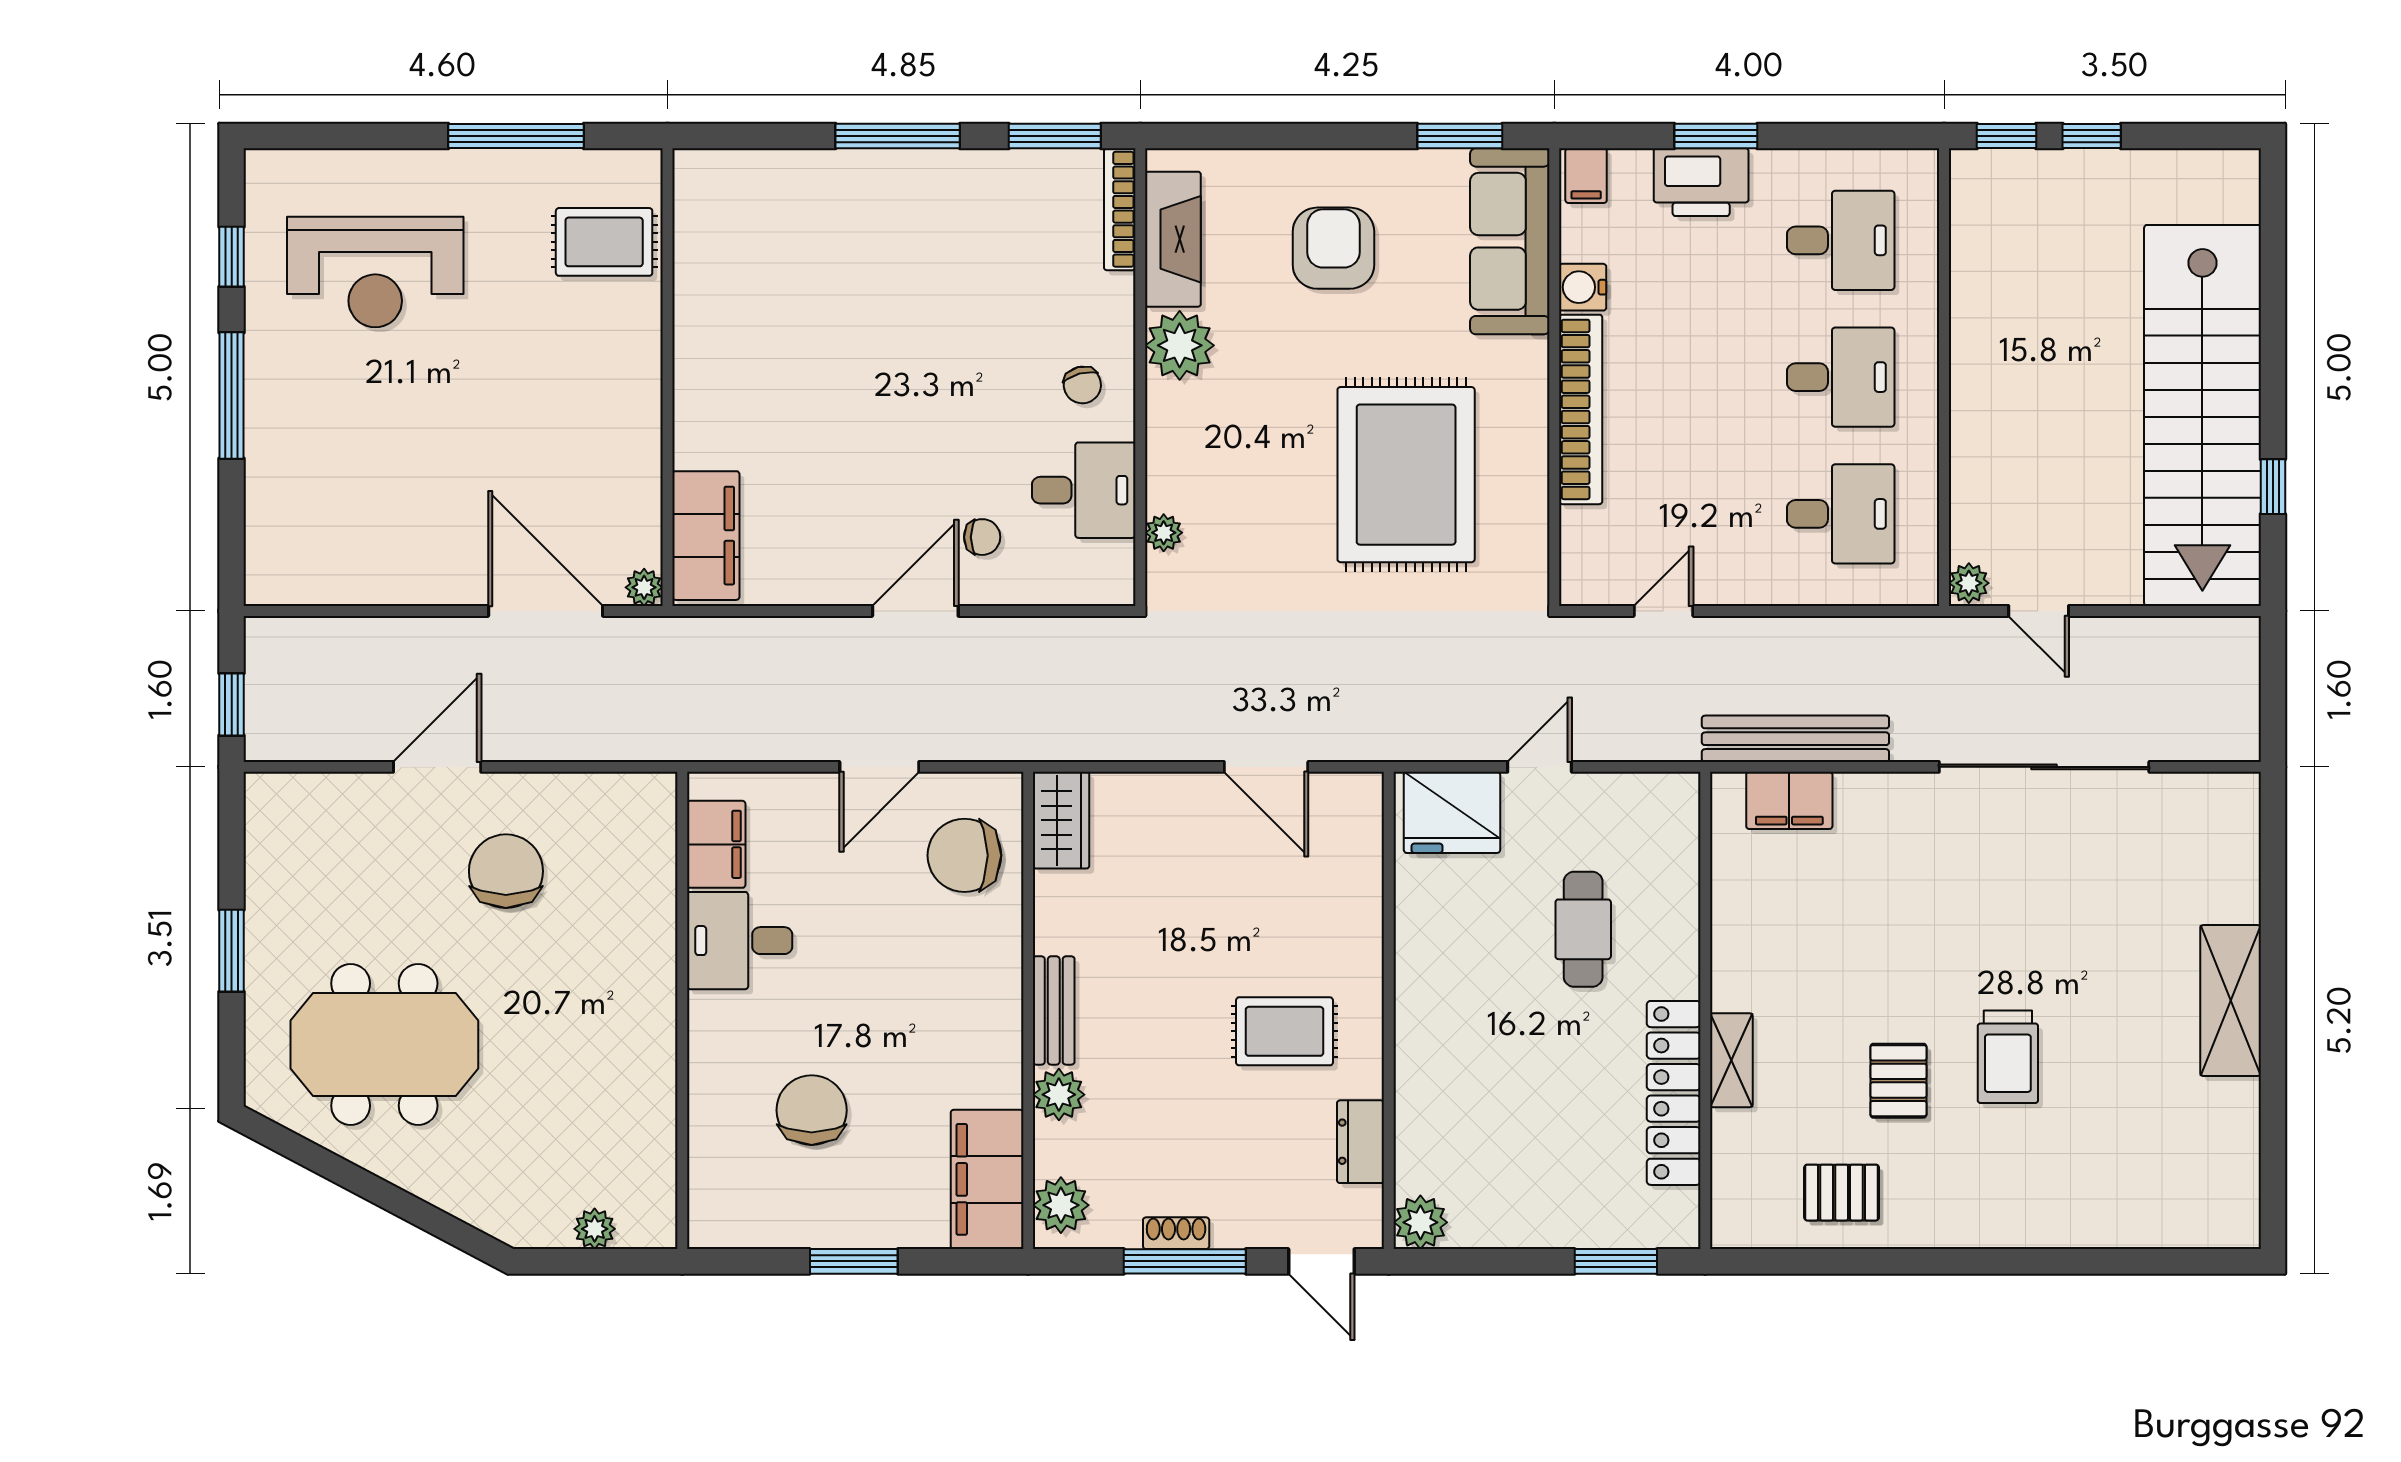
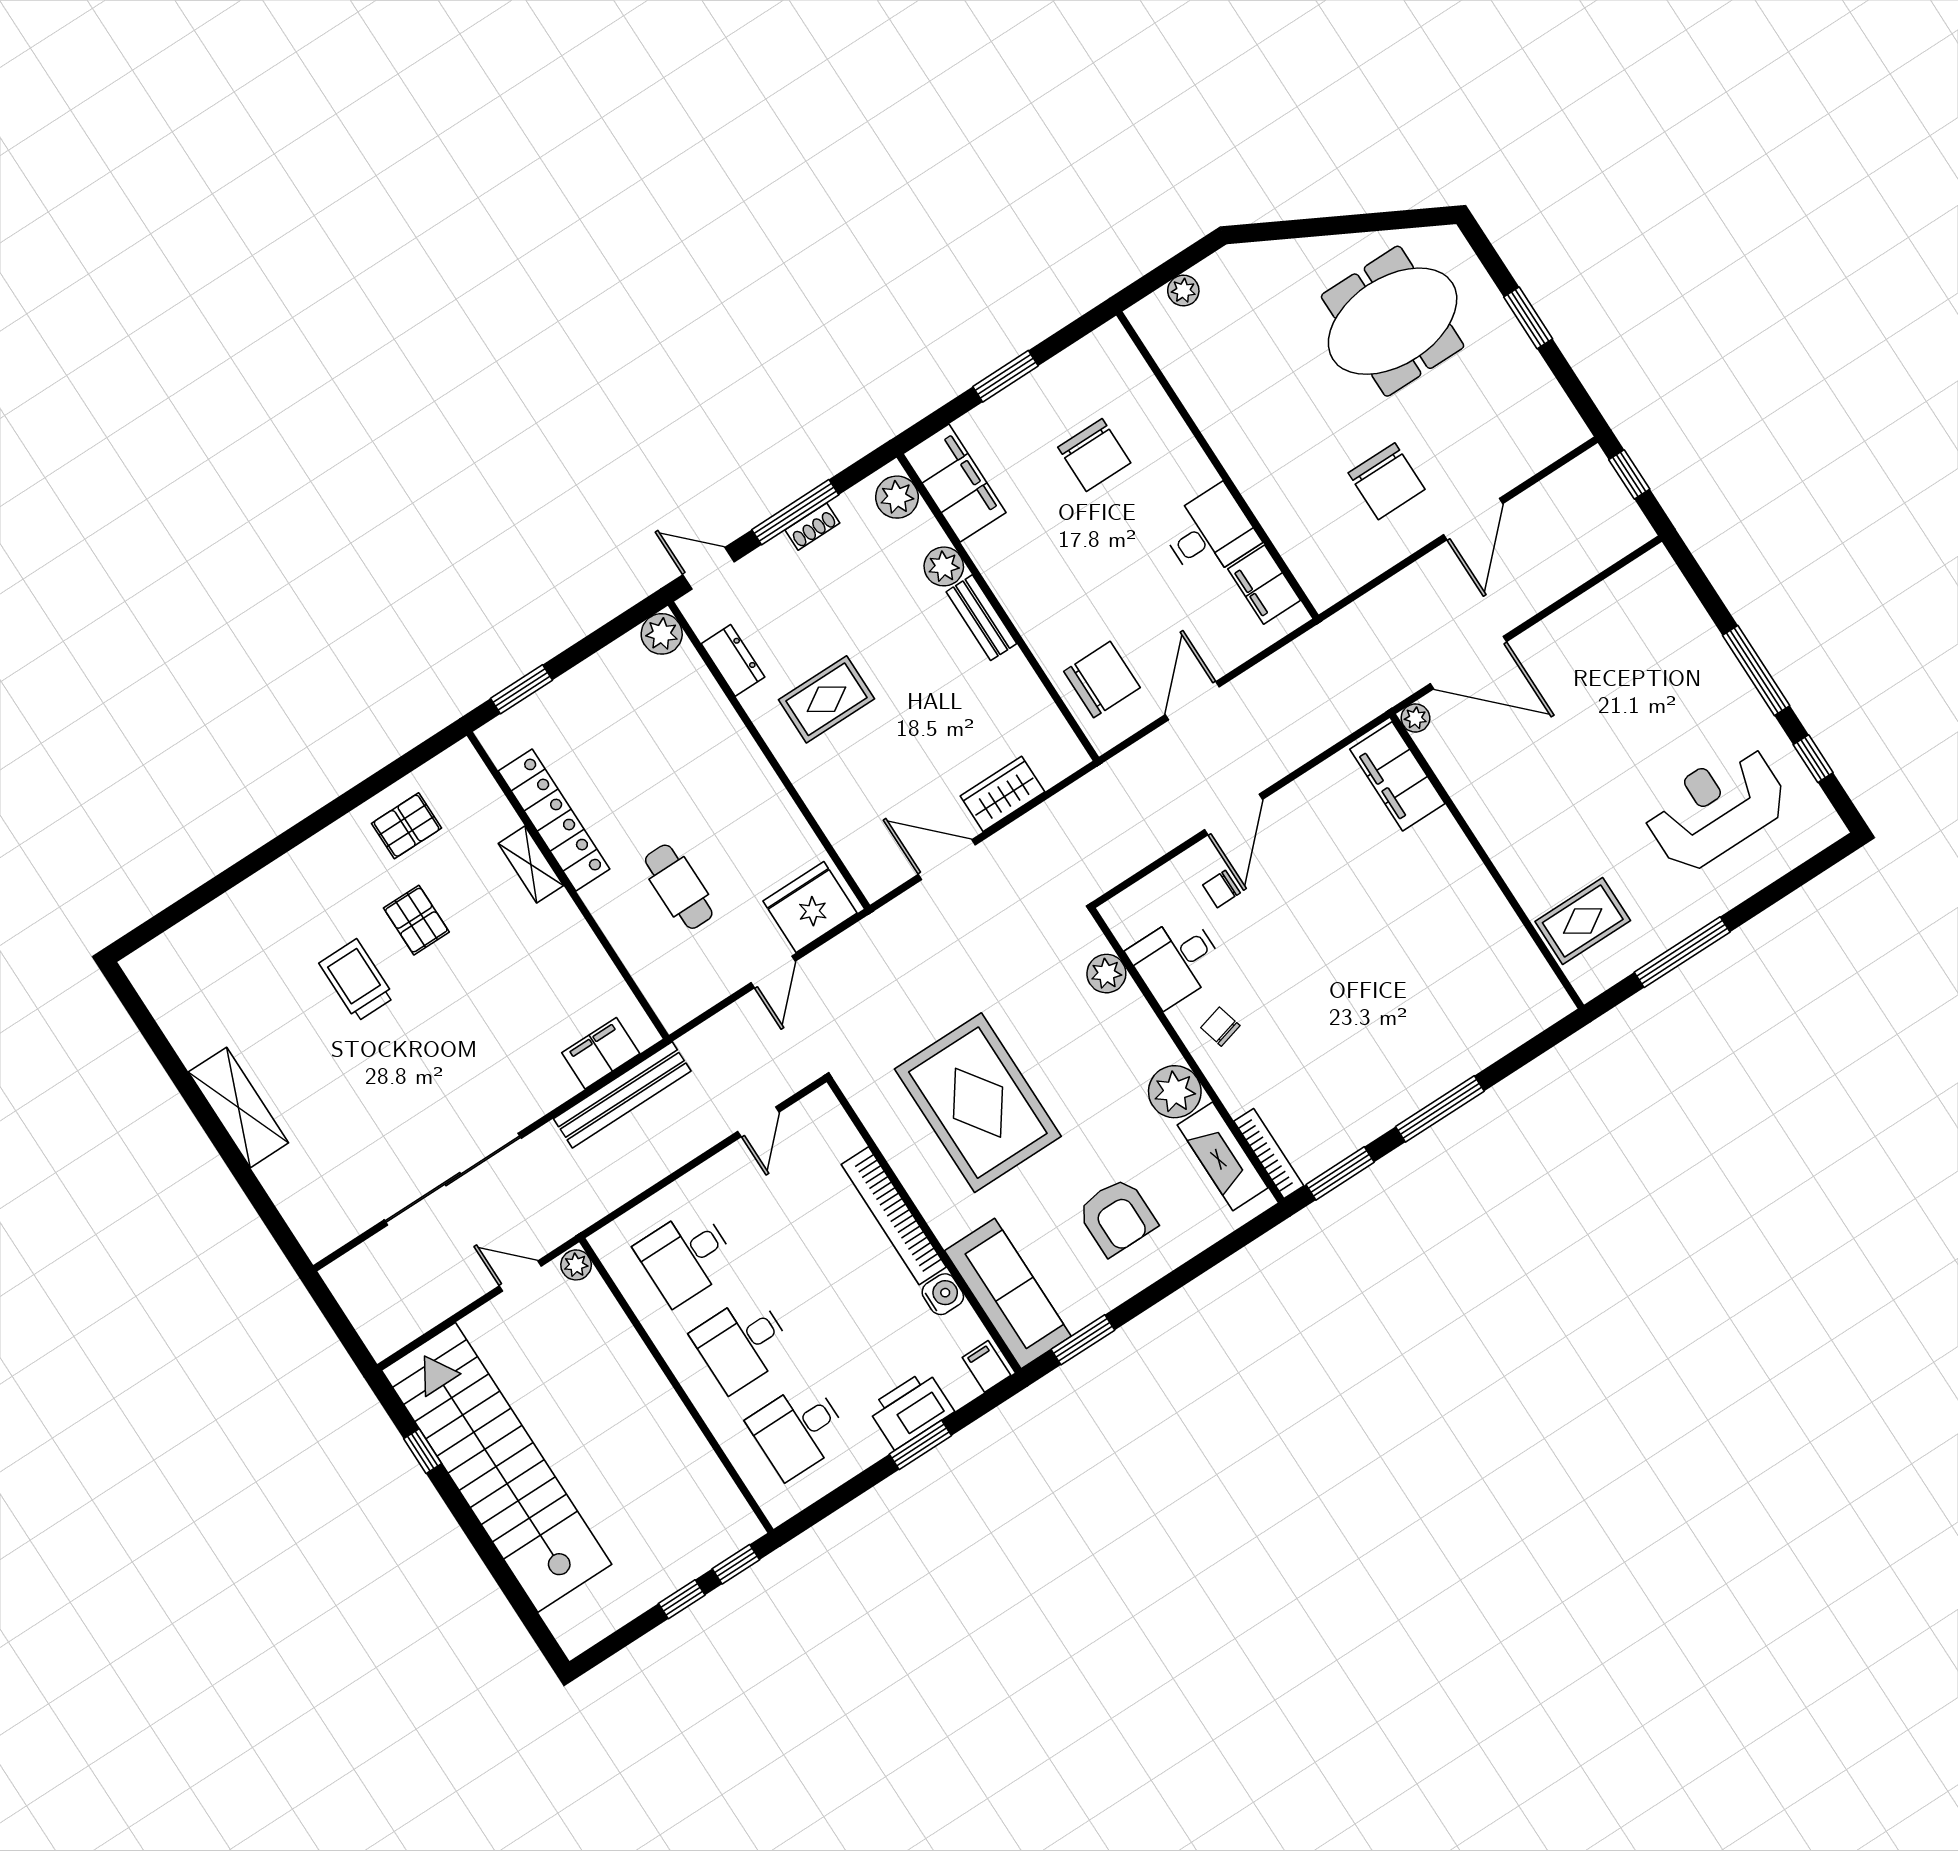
plant: (1164, 533) -> (1106, 974), width x1.38, depth x1.38
wardrobe: (1061, 820) -> (1002, 794), moved, turned 90

